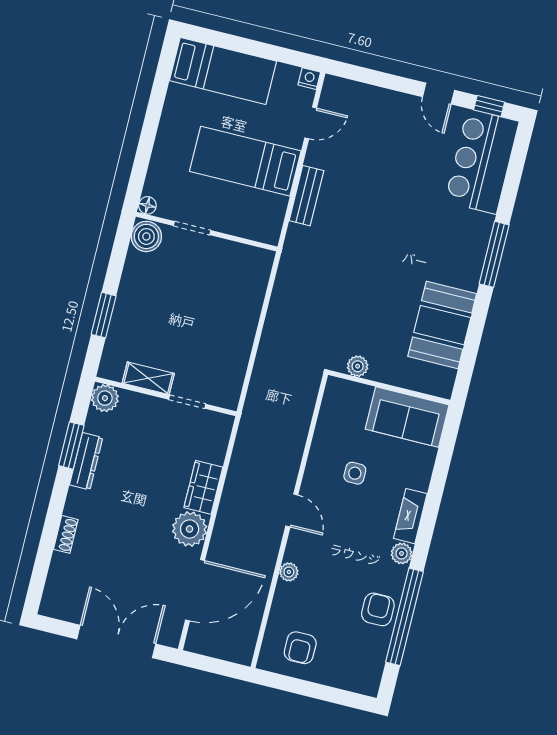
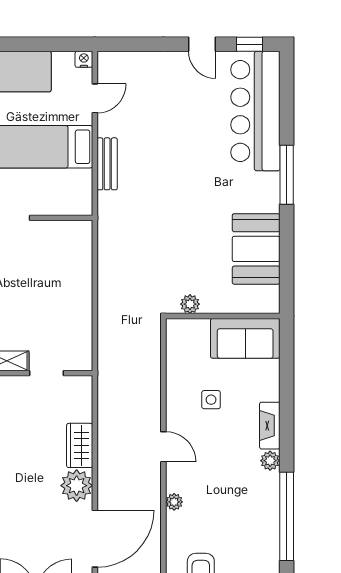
bar counter: (482, 162) -> (255, 111), width x1.36
armchair: (378, 609) -> (261, 516), removed

